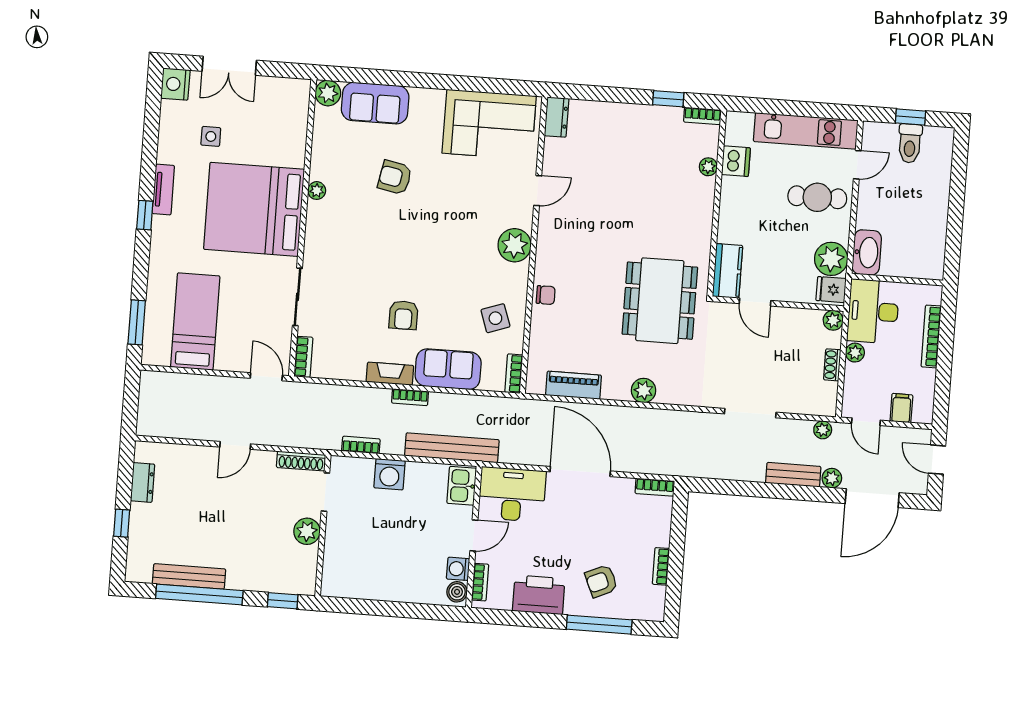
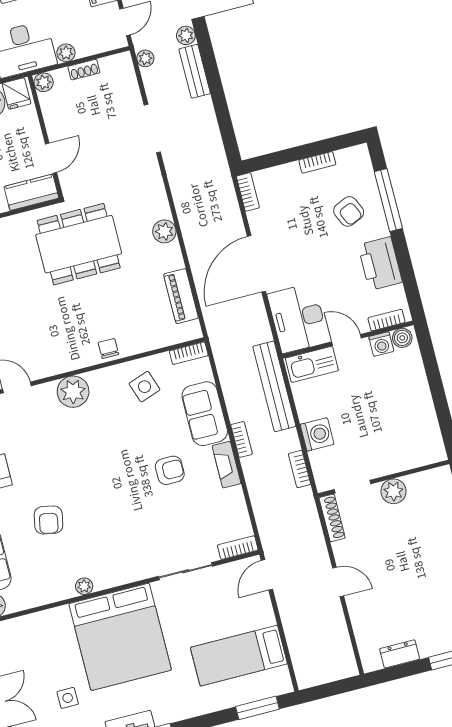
kitchen sink: (462, 486) -> (312, 364), width x1.38

